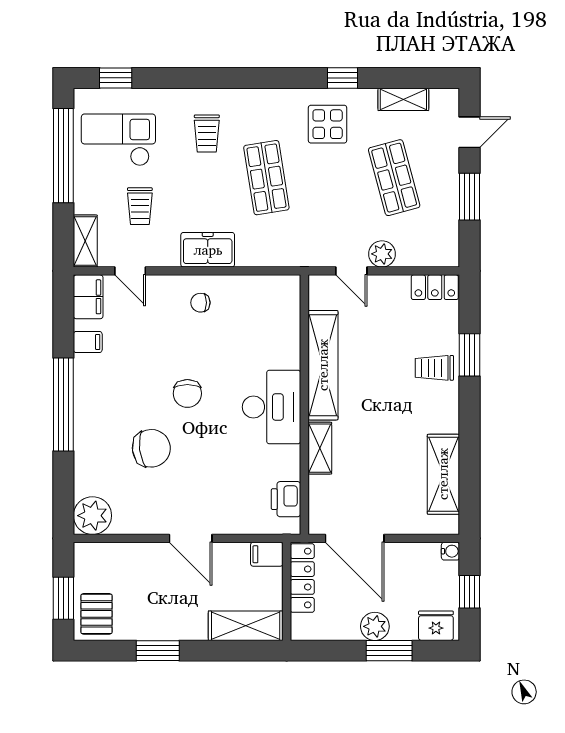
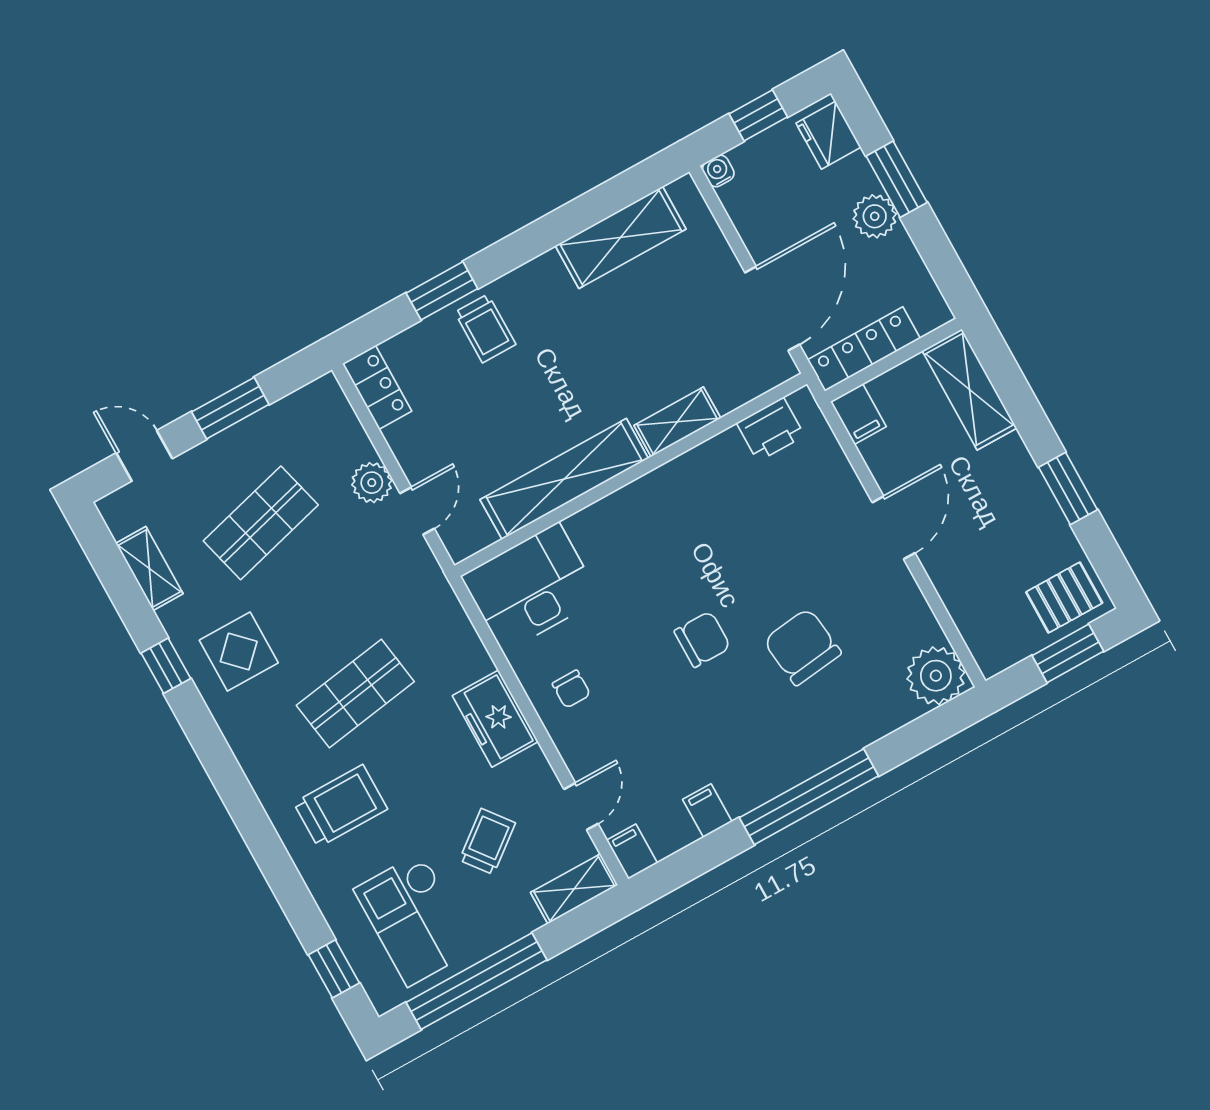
trolley: (207, 133) -> (341, 806), width x1.36, depth x1.39
trolley: (140, 206) -> (487, 842), turned -38
filing cabinet: (88, 297) -> (632, 852), width x0.50
desk: (271, 407) -> (531, 587), moved

